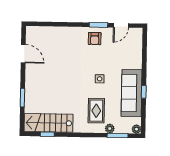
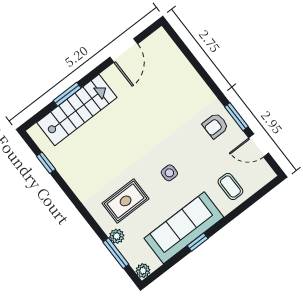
coffee table: (130, 55) -> (230, 187), added
stairs: (48, 123) -> (77, 110), moved, turned 90

